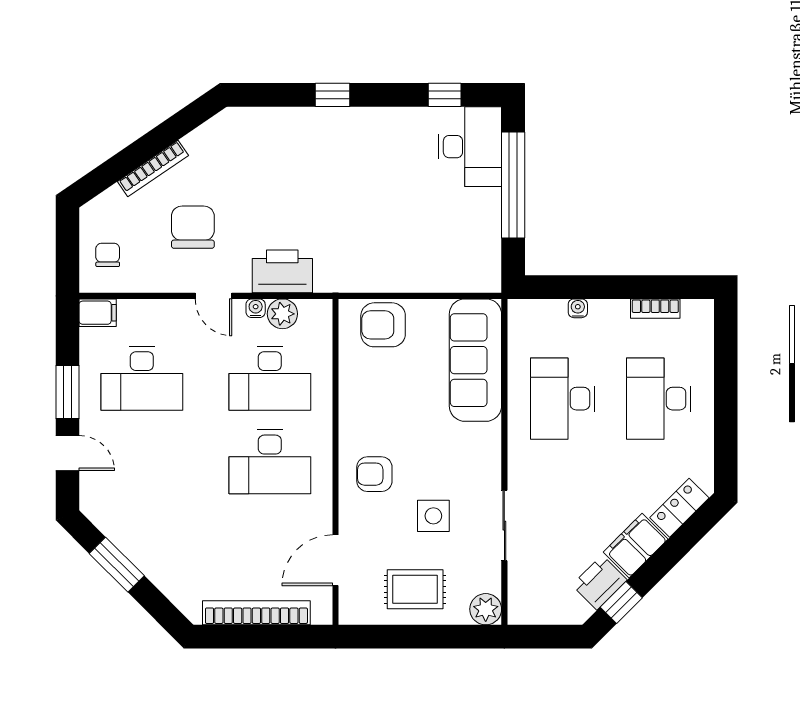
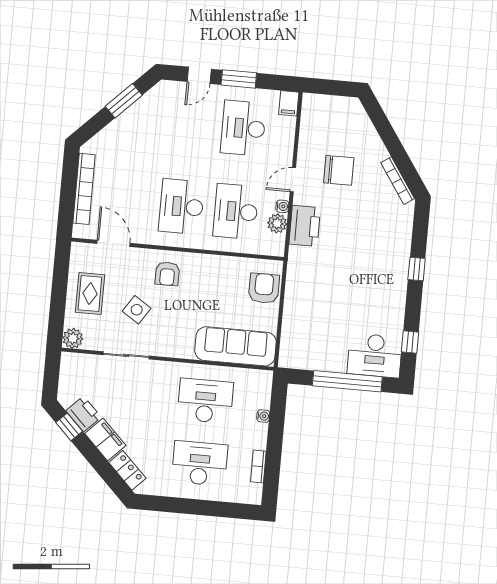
bookcase: (153, 168) -> (398, 181), moved
chair: (108, 255) -> (326, 113), removed
armchair: (374, 474) -> (167, 274), turned 180
side table: (433, 516) -> (137, 310), turned 33

